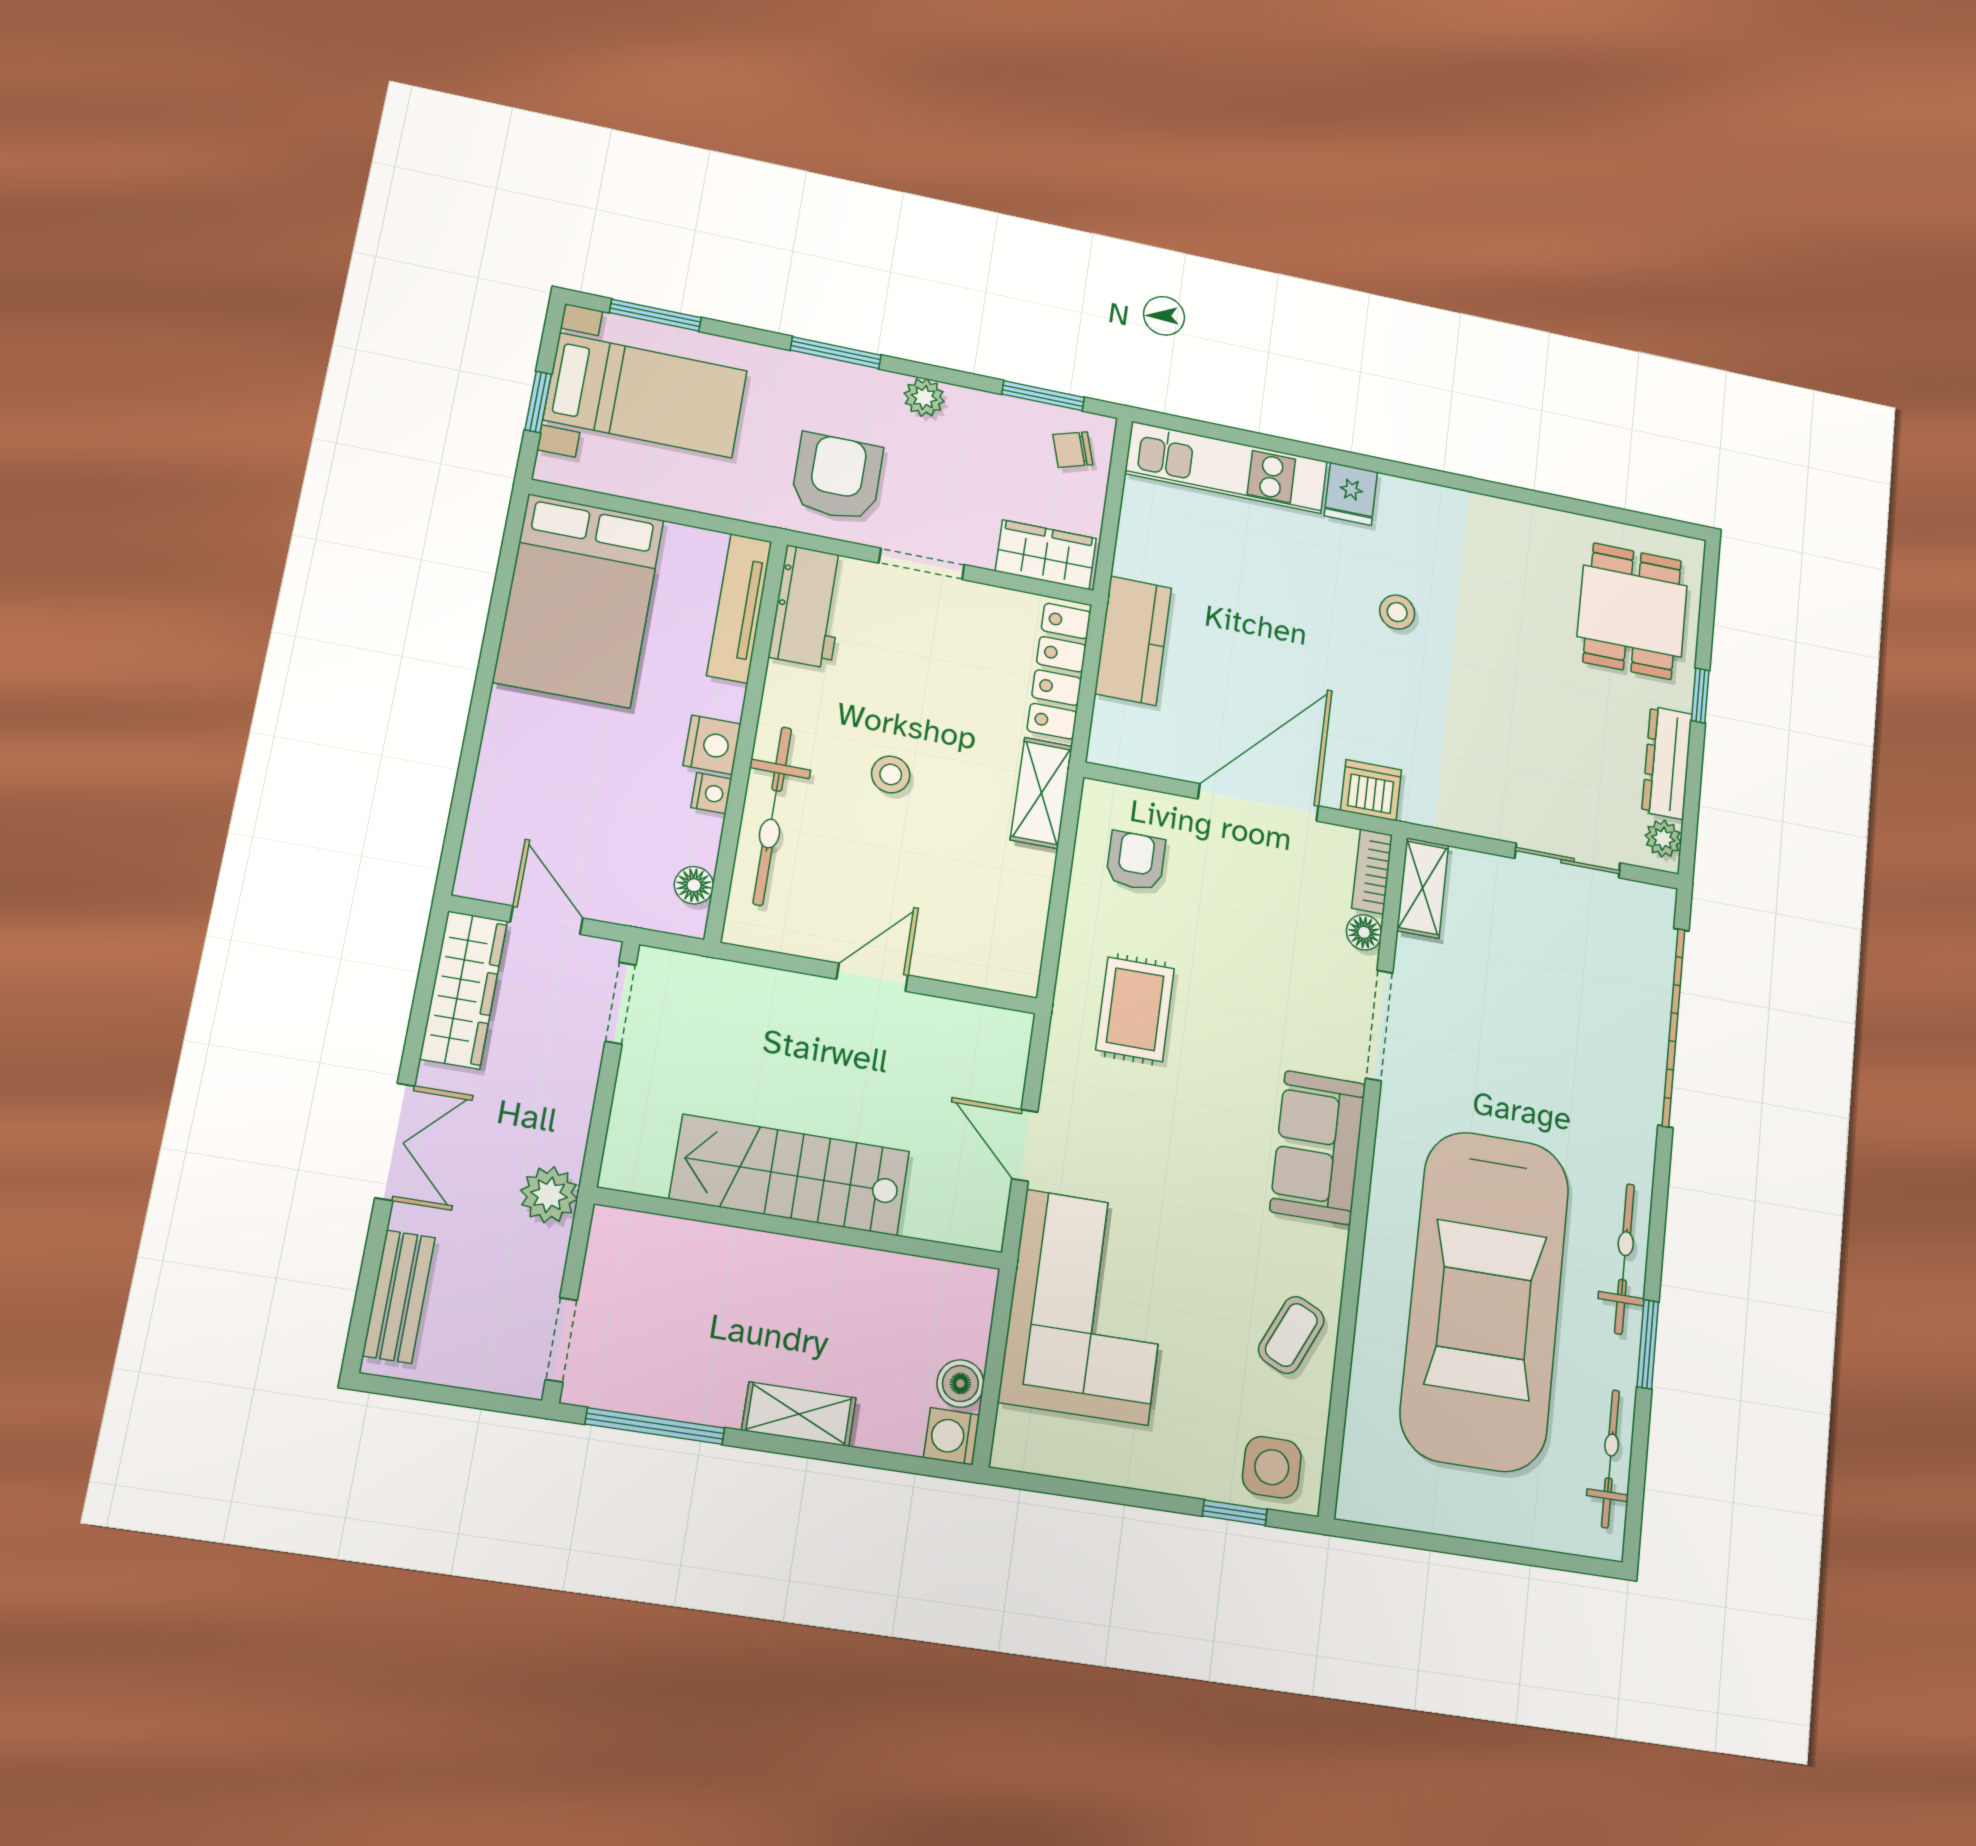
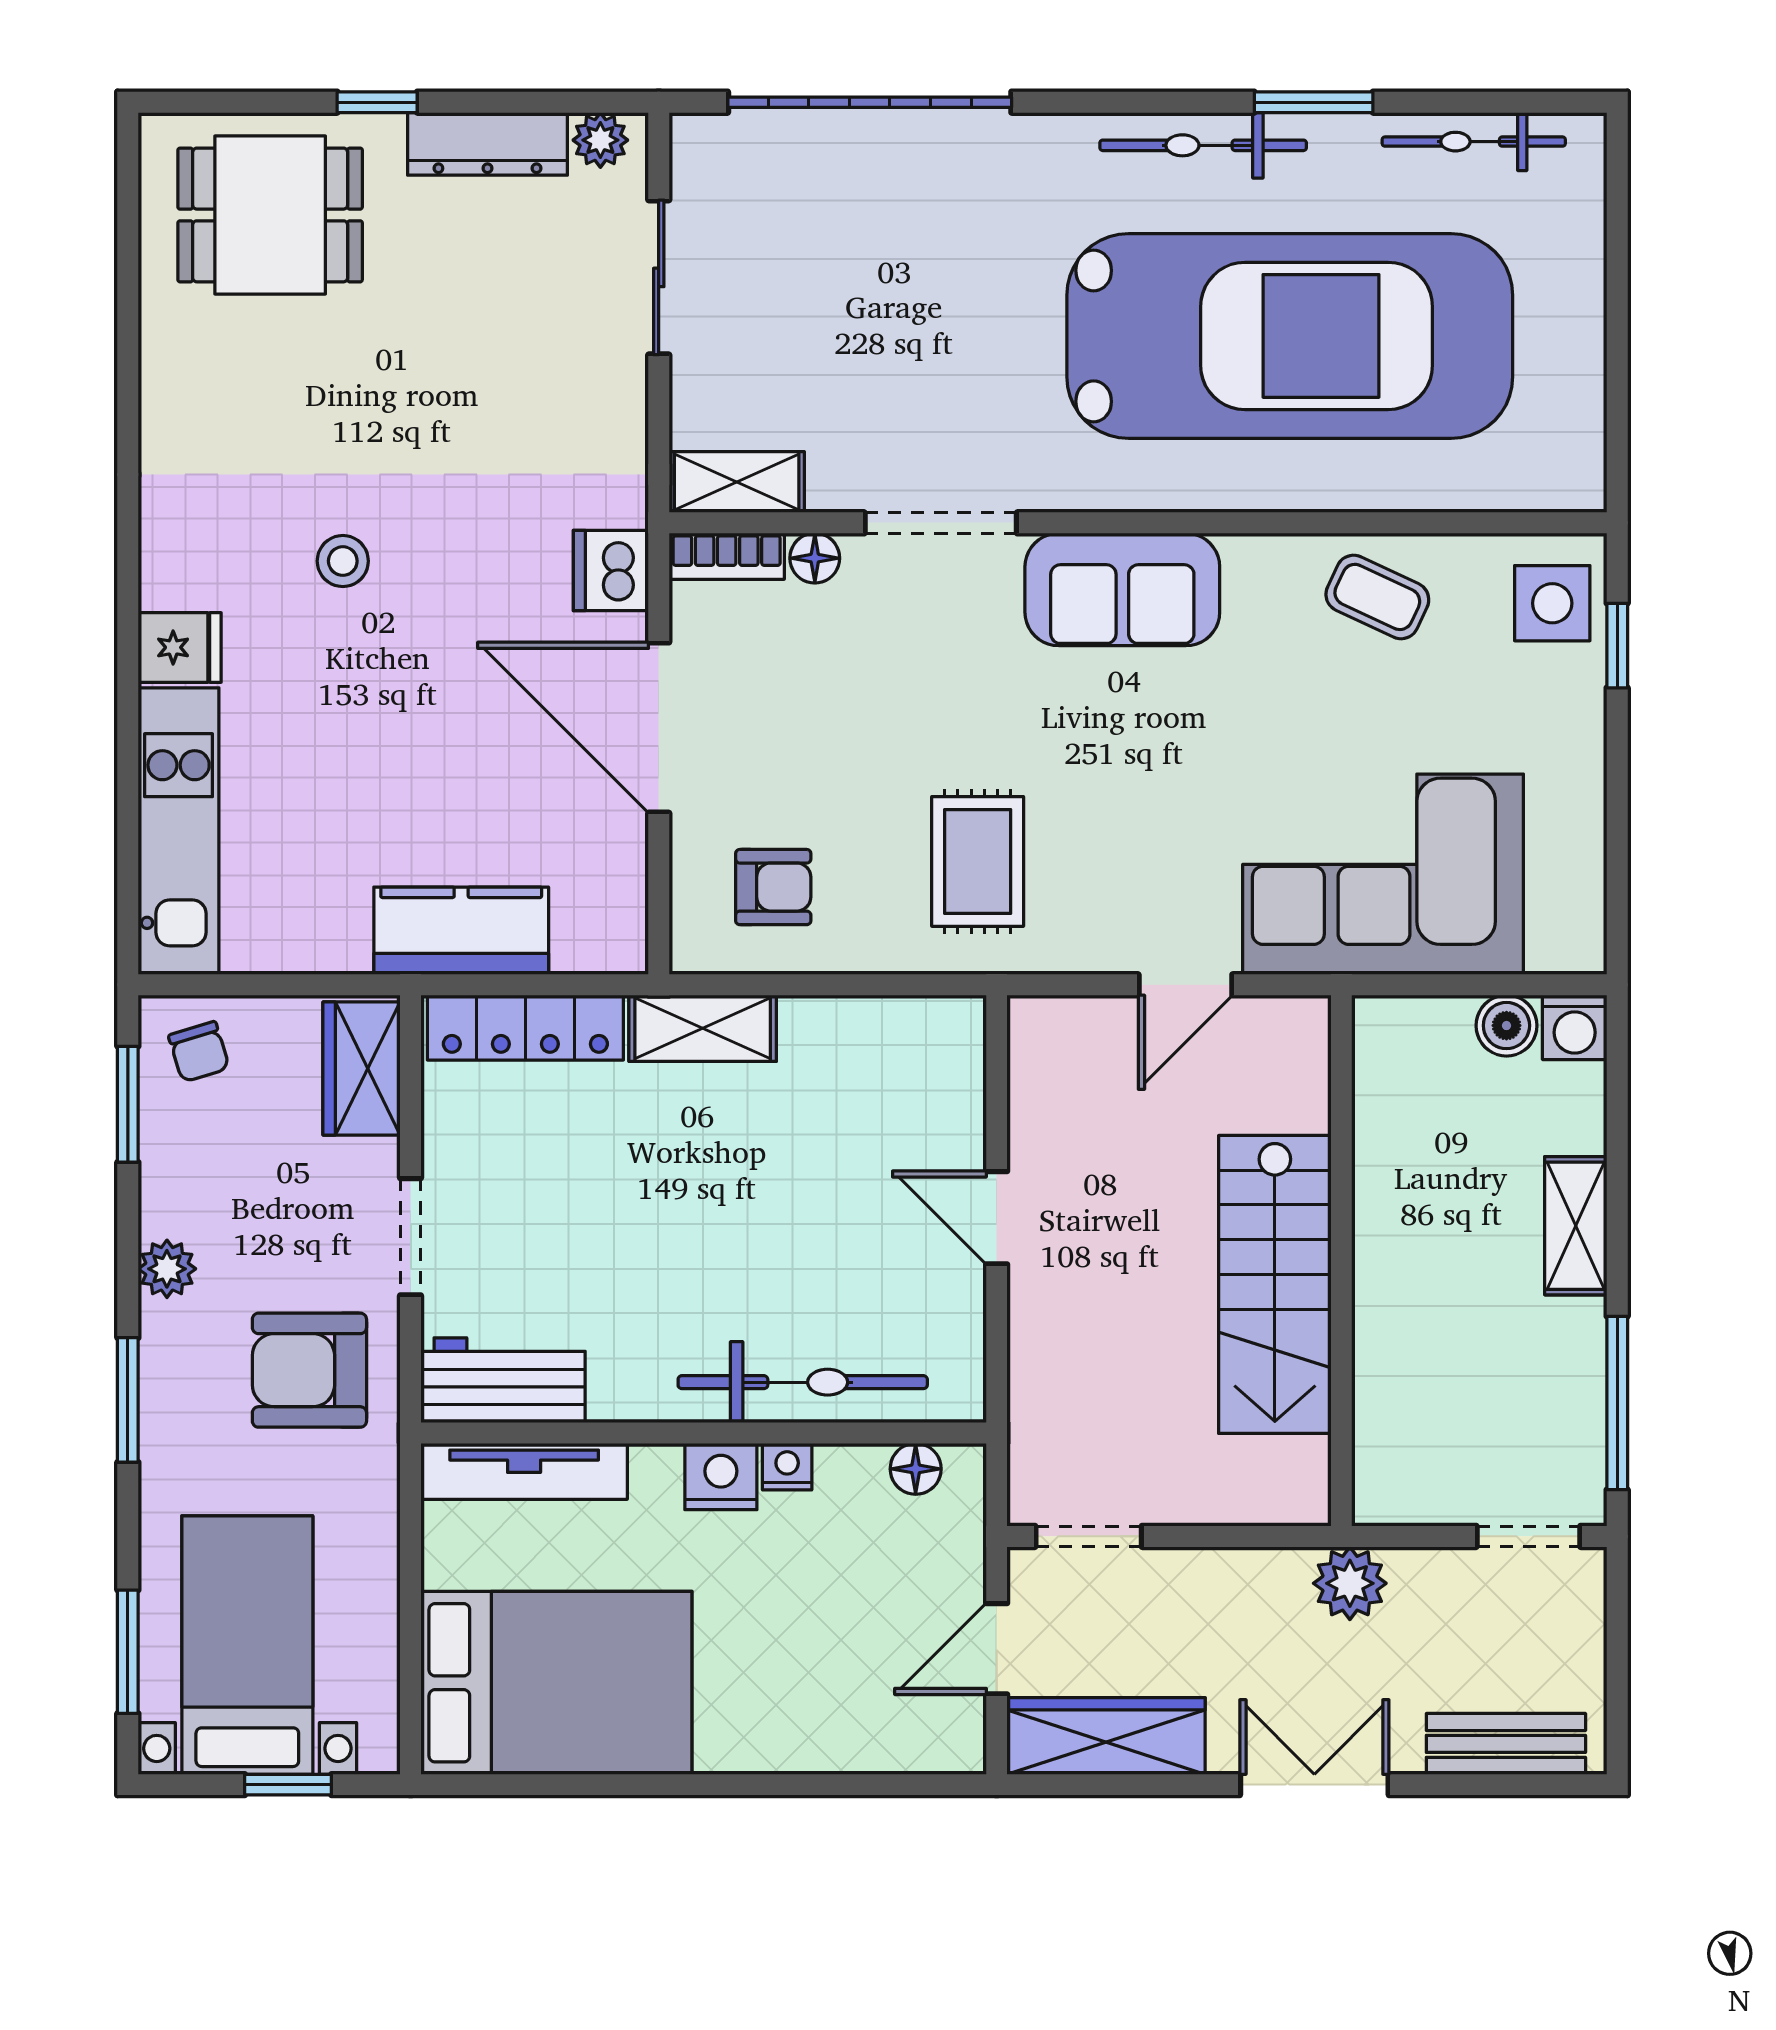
stool: (891, 774) -> (716, 1235), removed
armchair: (1136, 861) -> (773, 887), turned 180
rug: (1135, 1009) -> (978, 861), turned 90

